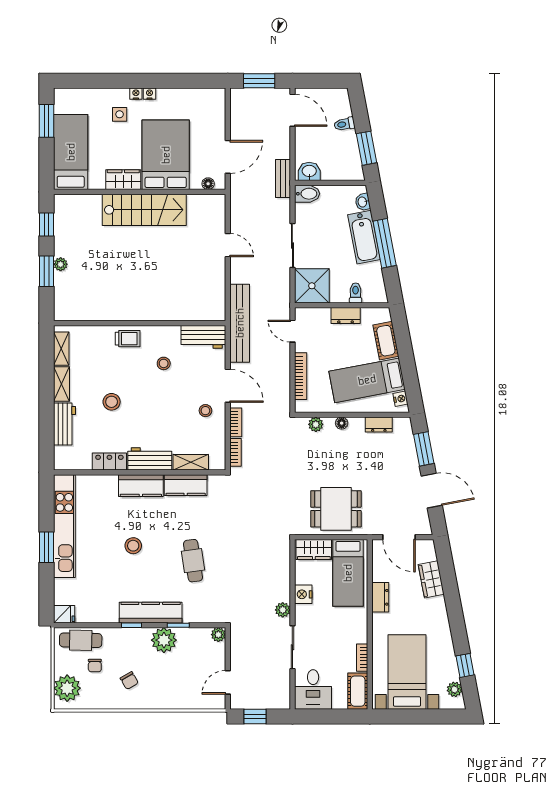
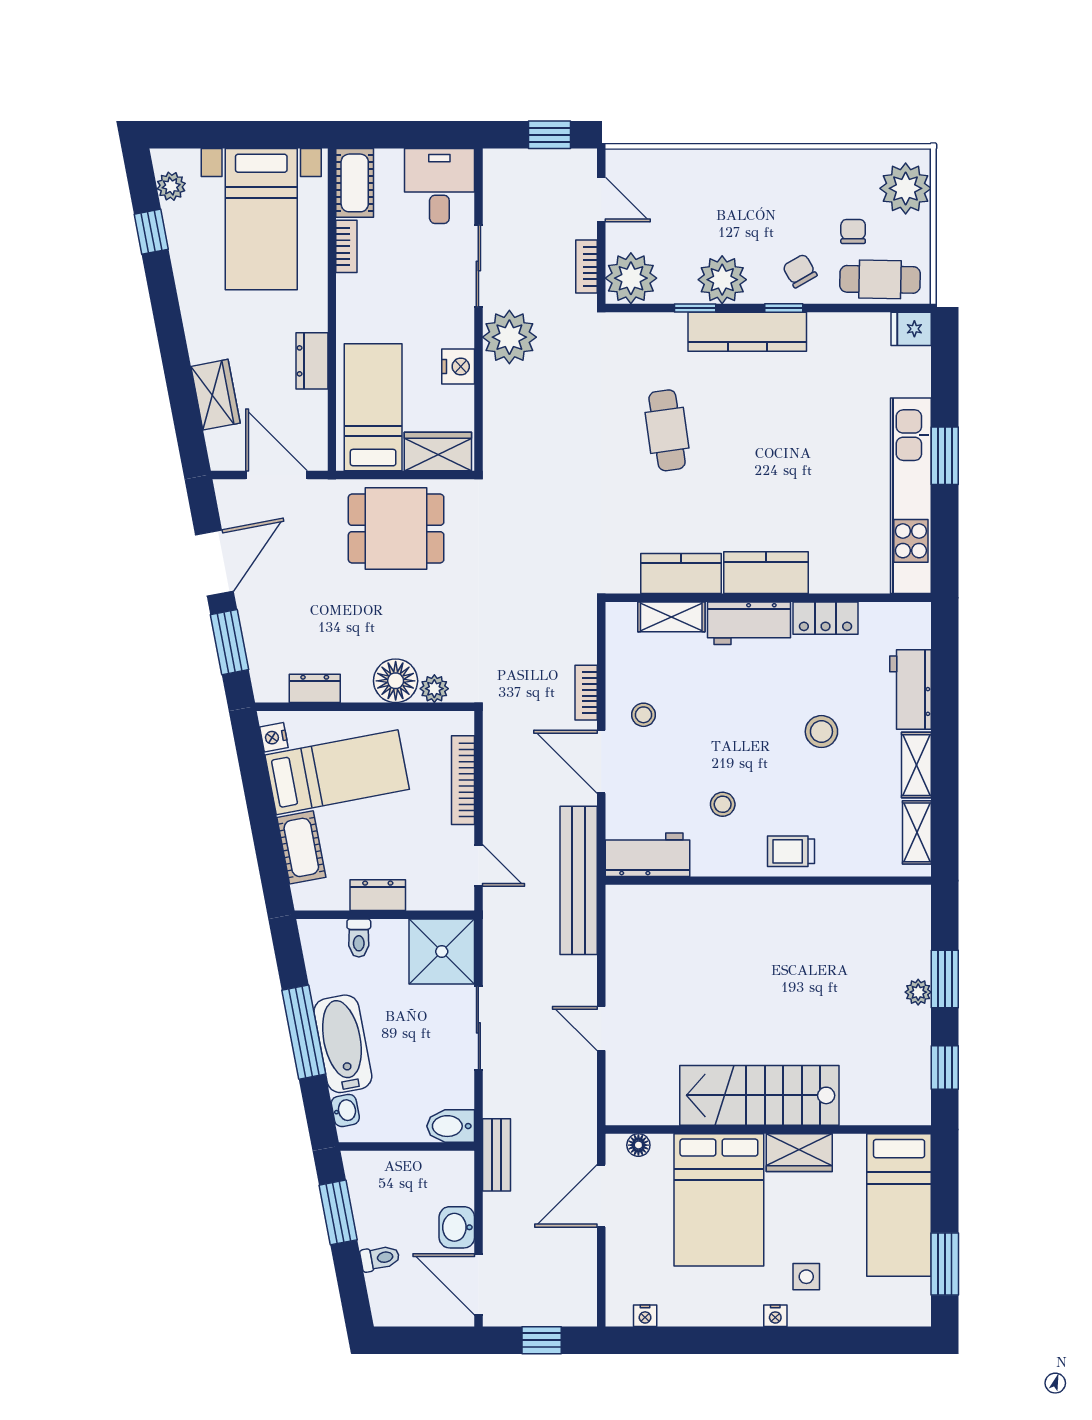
window: (259, 81) -> (542, 1340), width x0.67
nightstand: (149, 94) -> (645, 1316), moved
washbasin: (309, 171) -> (457, 1227), moved, turned 90
floor lamp: (342, 423) -> (396, 681), width x1.89, depth x1.89
bookcase: (235, 452) -> (586, 267), moved
door: (432, 491) -> (214, 563), swing flipped
stool: (133, 546) -> (780, 459), removed
plant: (283, 610) -> (509, 337), width x1.87, depth x1.87
plant: (218, 635) -> (631, 278), width x1.88, depth x1.88
chair: (129, 681) -> (800, 271), moved
door: (228, 682) -> (601, 200), hinge flipped

